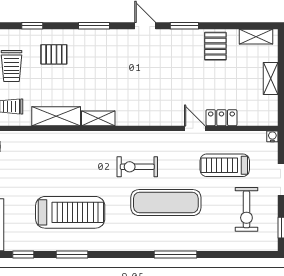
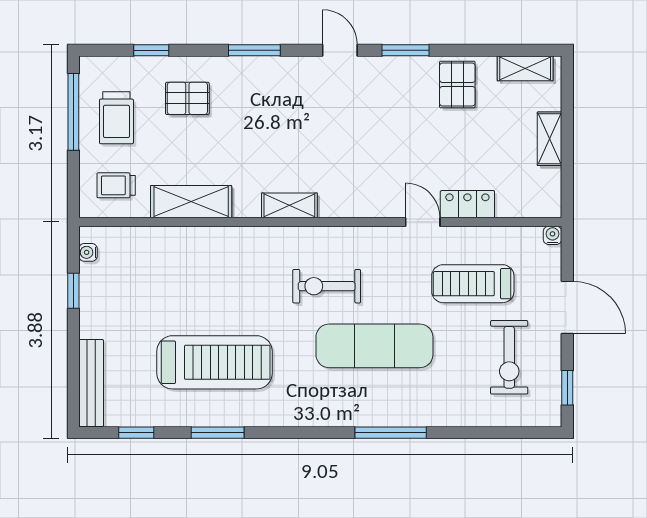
shelving: (98, 118) -> (289, 205), moved

